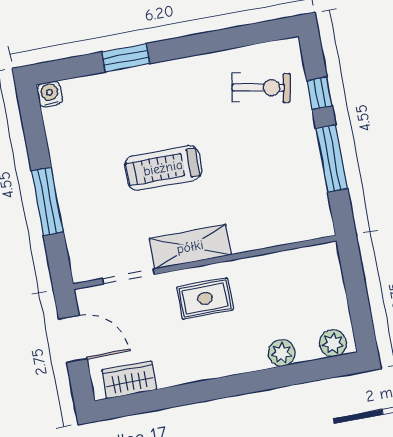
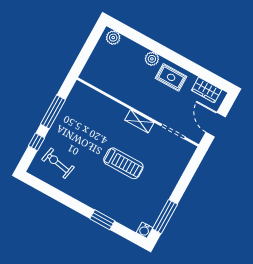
window: (47, 201) -> (165, 217), moved
shelving: (190, 247) -> (139, 121), width x0.67, depth x0.75
rug: (205, 298) -> (171, 77), moved
plant: (282, 353) -> (152, 59), moved

